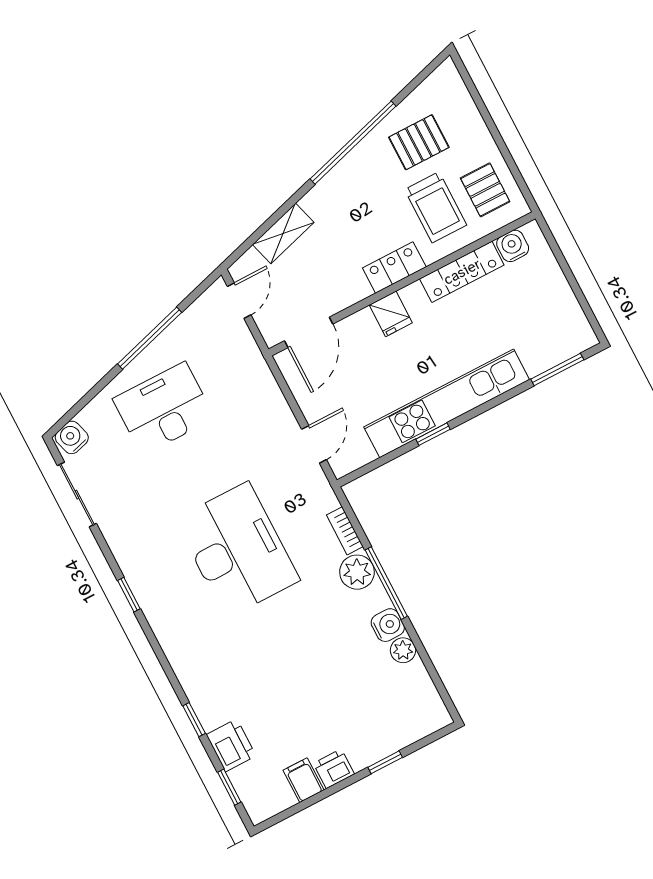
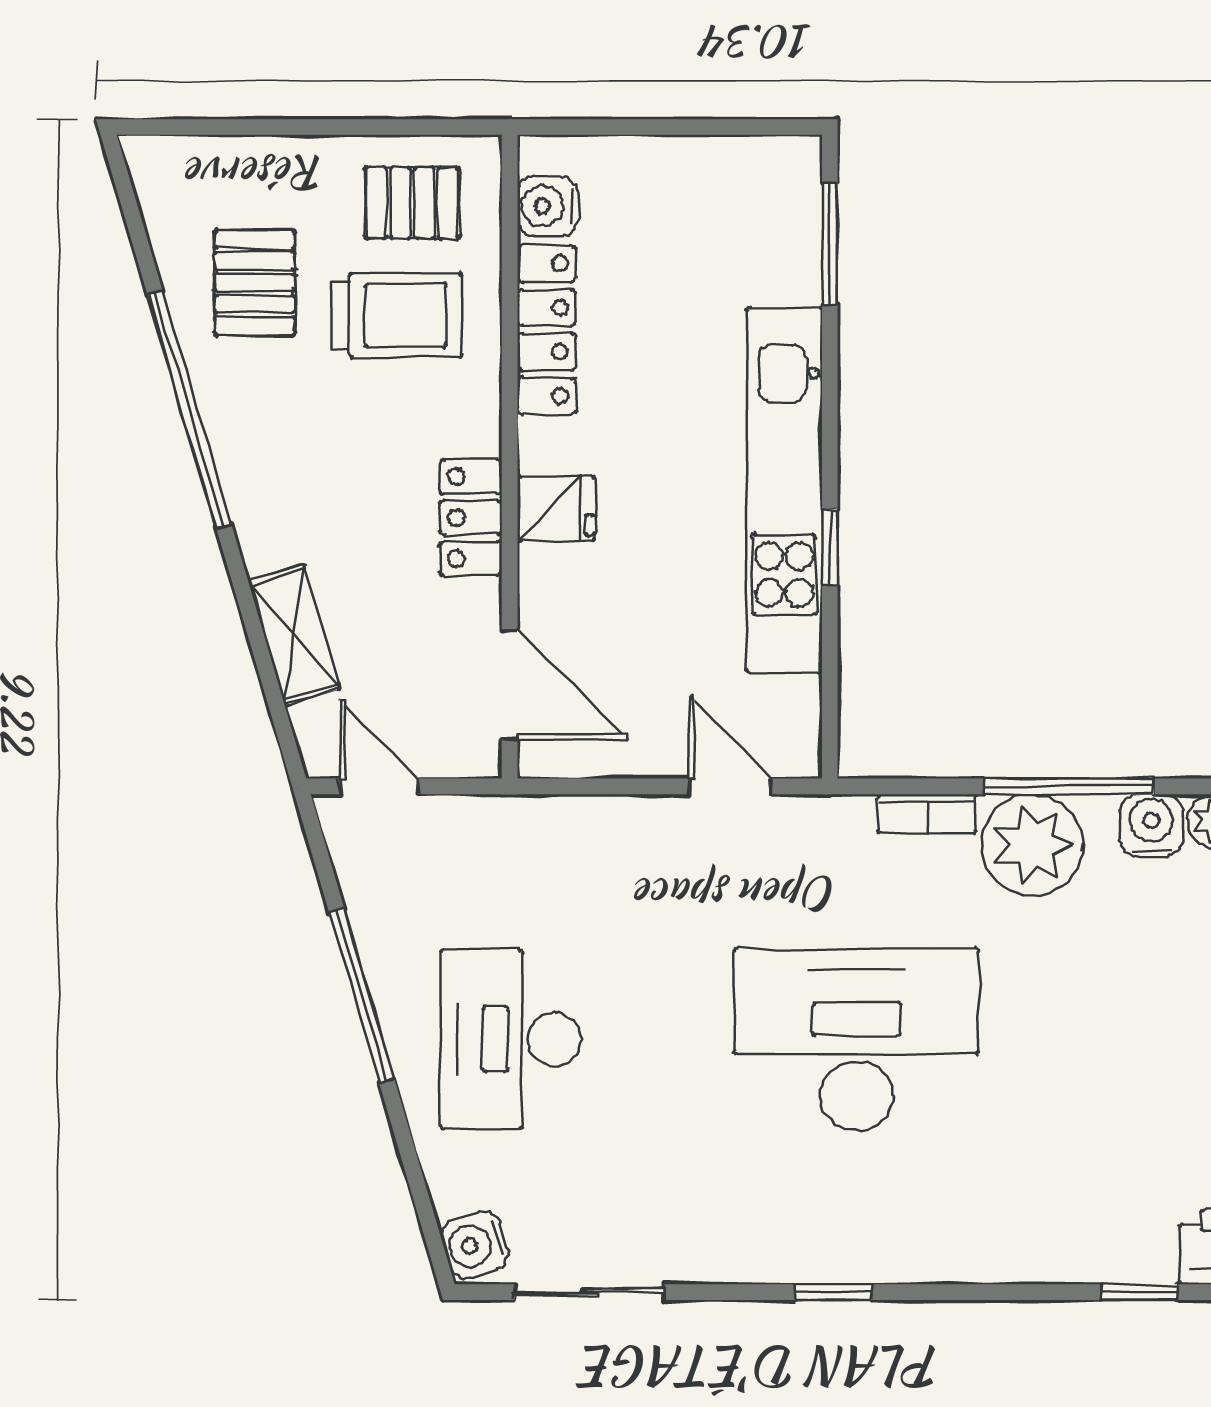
locker: (394, 268) -> (471, 518), moved
plant: (357, 572) -> (1032, 845), width x1.36, depth x1.36

